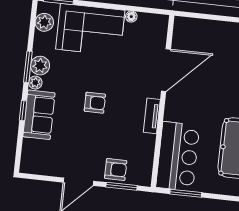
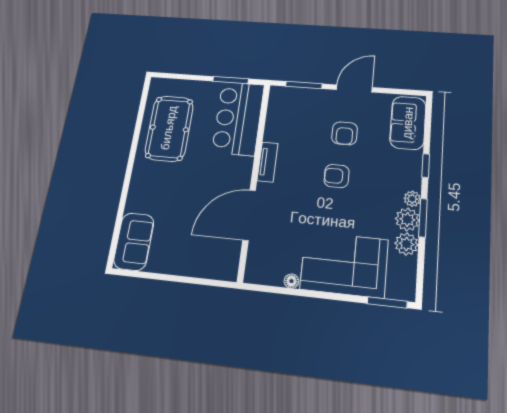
plant: (44, 22) -> (406, 244), moved
sofa: (39, 115) -> (408, 123), moved
armchair: (116, 170) -> (345, 133), moved, turned -90

